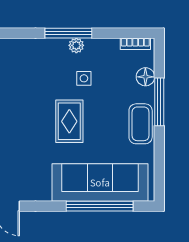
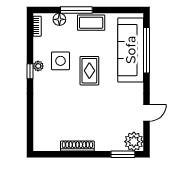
window: (68, 33) -> (30, 71), width x0.46
side table: (84, 78) -> (60, 61), width x1.87, depth x1.87
rug: (69, 121) -> (89, 71), turned 90

